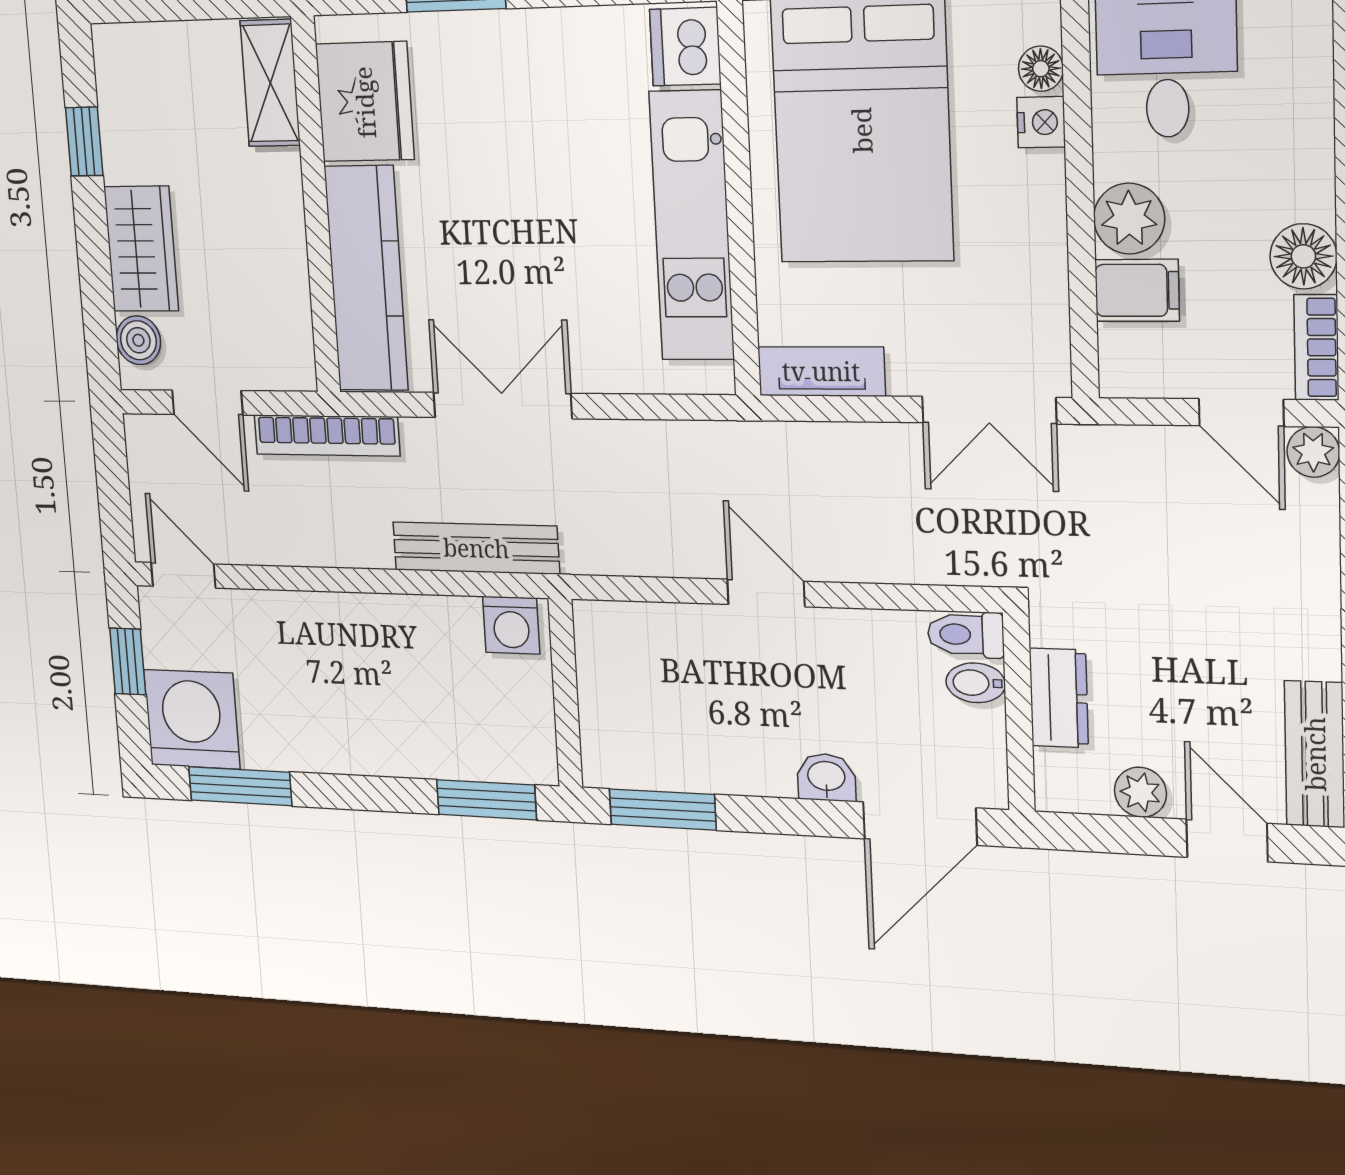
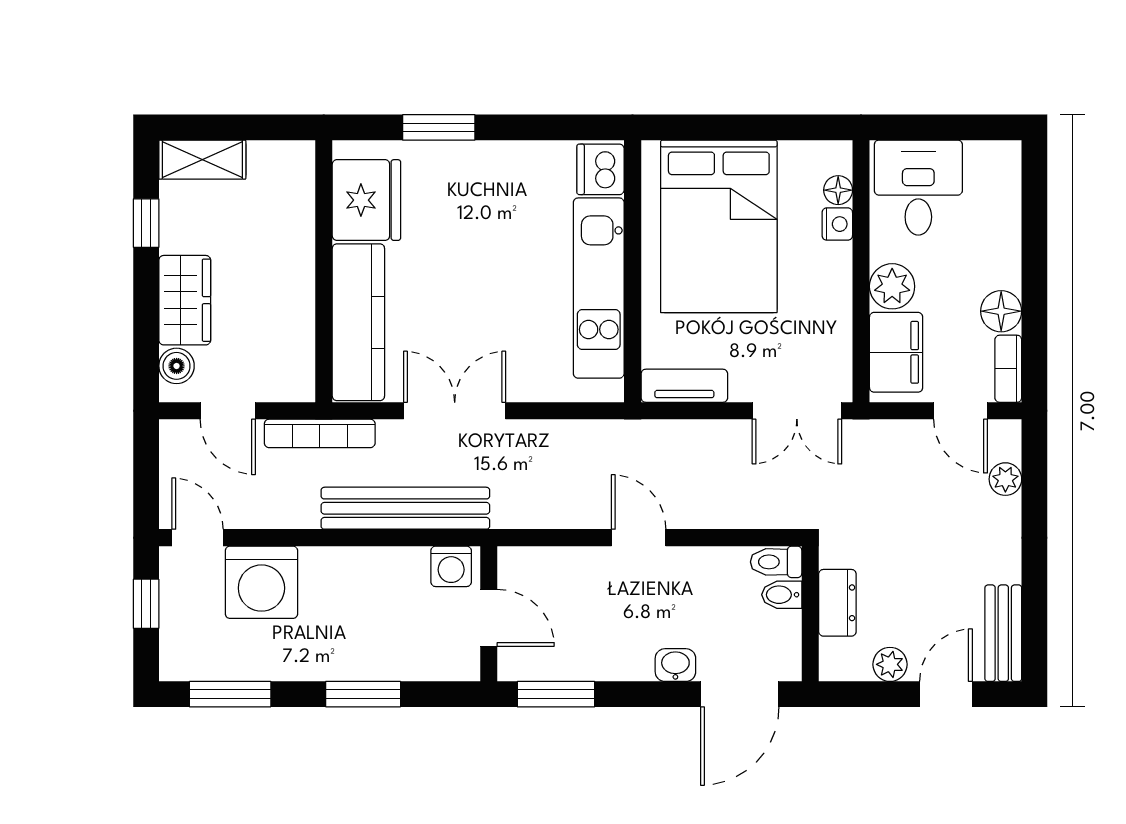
shelving: (270, 83) -> (202, 160), moved, turned 90
filing cabinet: (1137, 290) -> (896, 352), width x2.00
plant: (1313, 452) -> (1005, 479), moved
bench: (476, 548) -> (405, 508), width x1.37, depth x1.21
door: (566, 699) -> (489, 618), added
washing machine: (192, 719) -> (261, 582), moved, turned 180
window: (486, 800) -> (363, 694), moved
door: (1227, 840) -> (946, 694), hinge flipped

